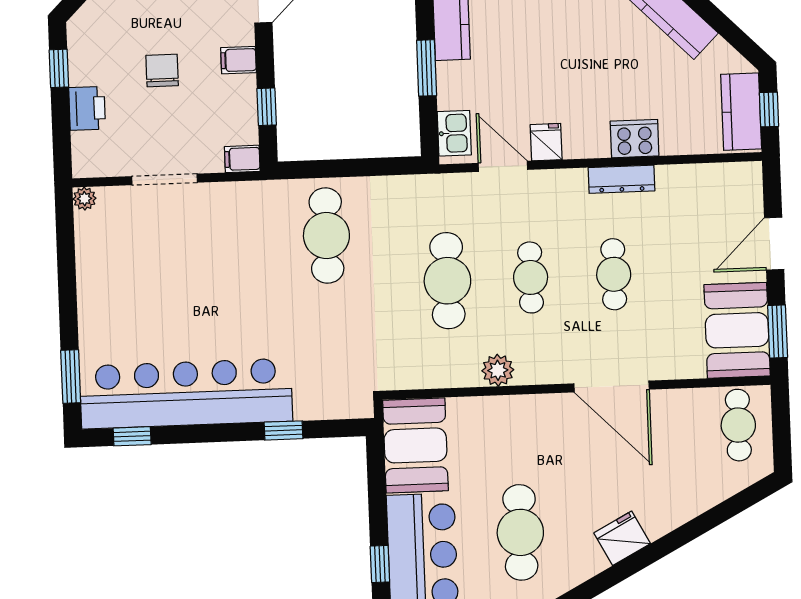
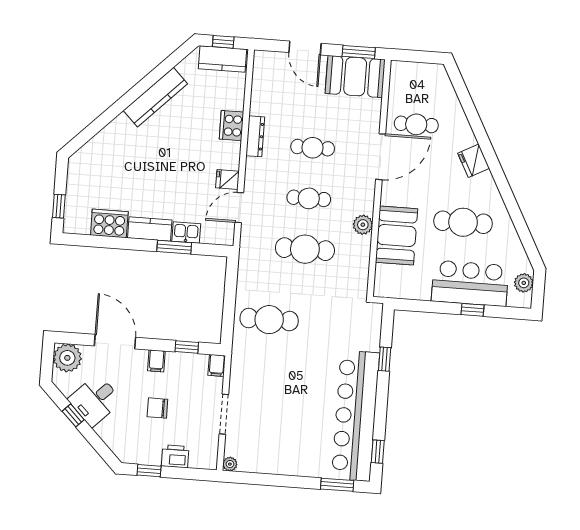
kitchen sink: (454, 133) -> (186, 233), moved
cafe table: (738, 425) -> (416, 124), moved
booth: (415, 445) -> (397, 236), moved, turned 90

